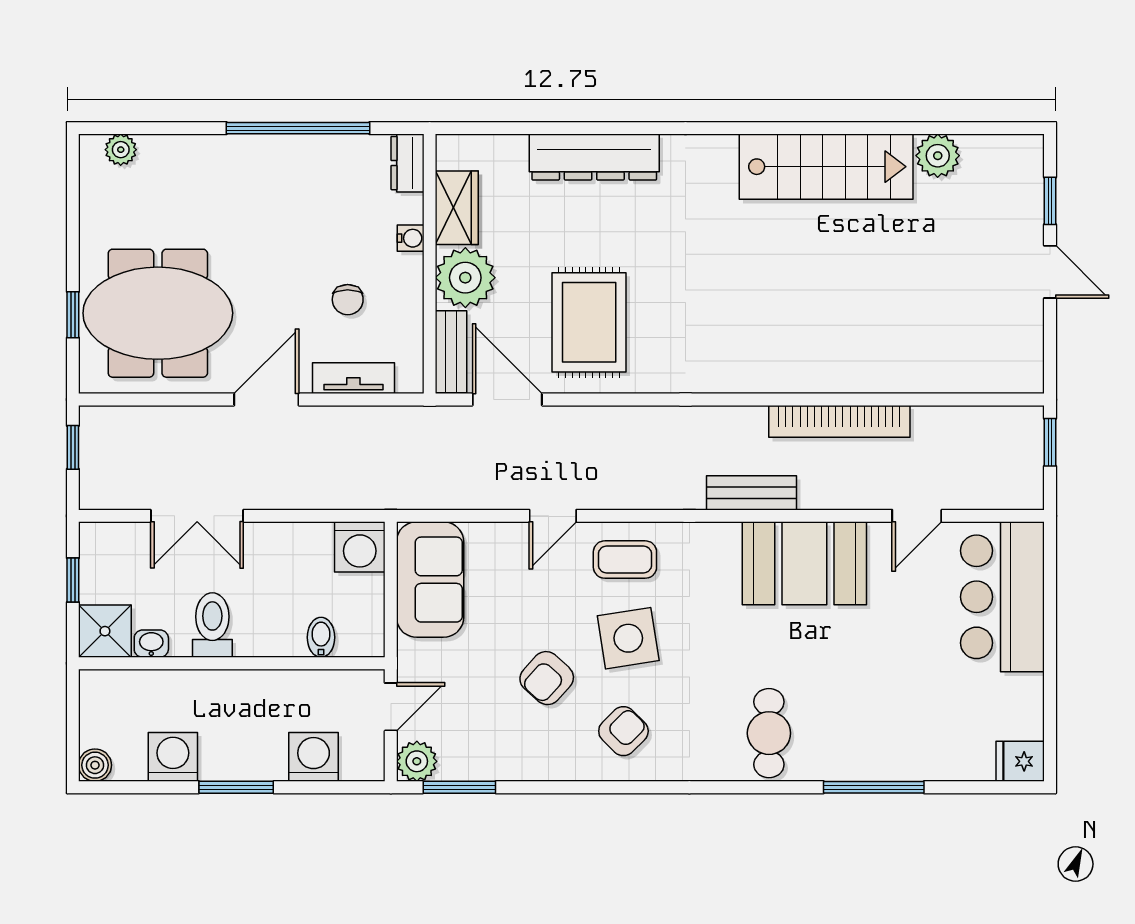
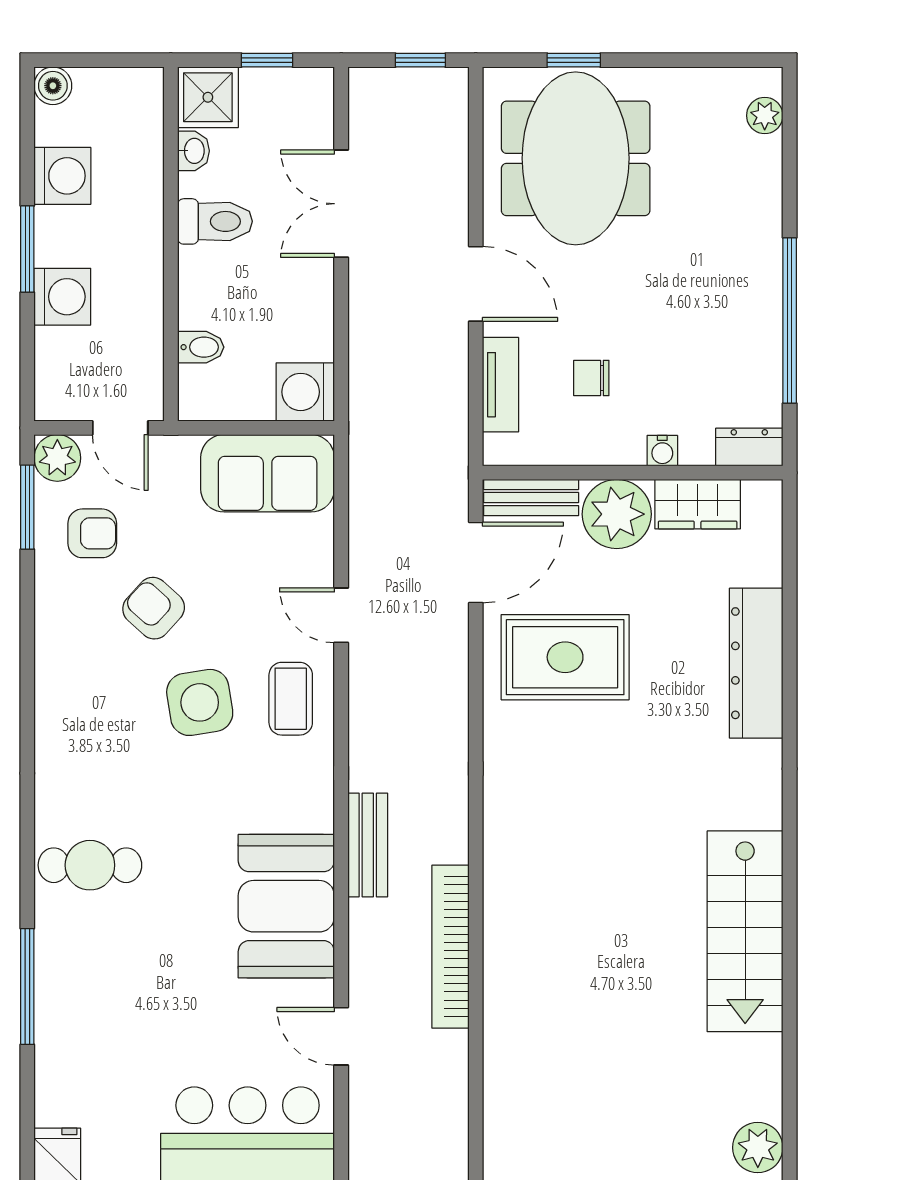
plant: (938, 156) -> (758, 1148), moved
armchair: (623, 731) -> (92, 533), moved, turned -45
washing machine: (314, 757) -> (62, 297), moved

